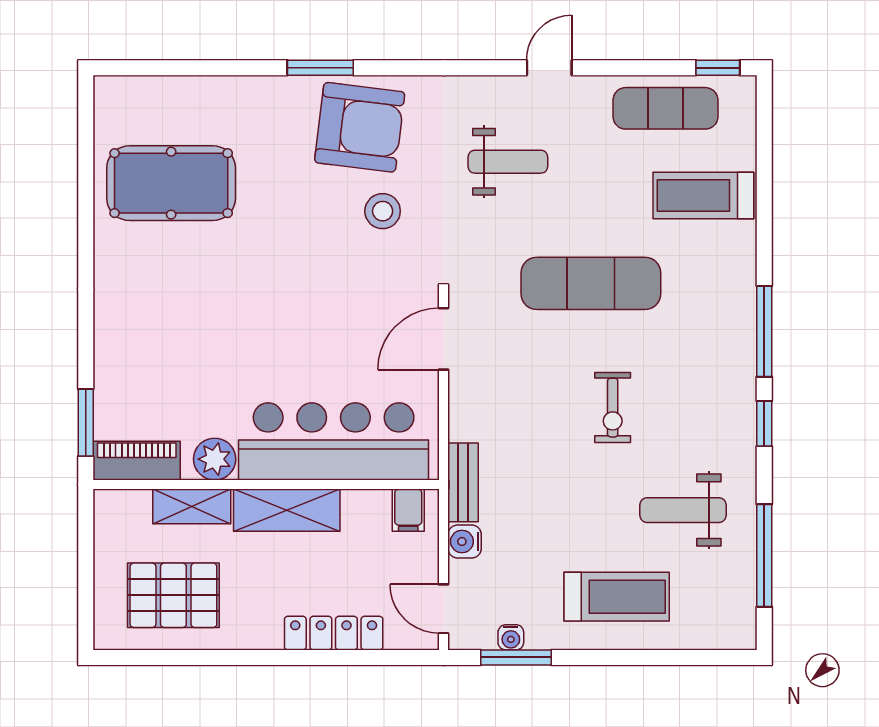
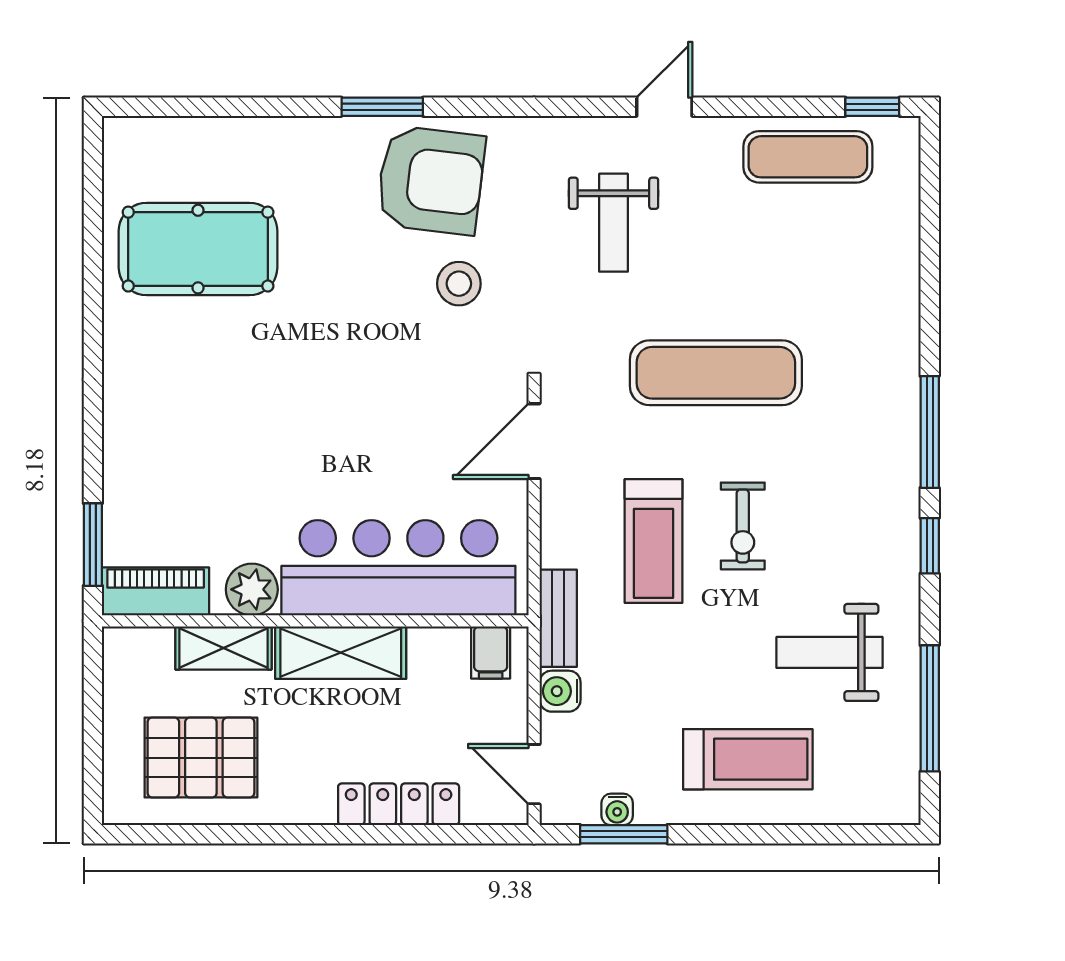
weight bench: (508, 162) -> (613, 223), turned 90
treadmill: (703, 195) -> (654, 541), moved, turned -90

